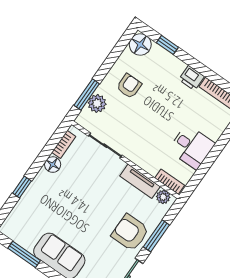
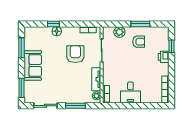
floor lamp: (140, 45) -> (163, 33), removed
printer: (191, 78) -> (164, 57), moved
window: (87, 95) -> (140, 24), moved
floor lamp: (53, 165) -> (57, 31), moved
armchair: (130, 233) -> (75, 54), moved

